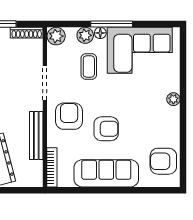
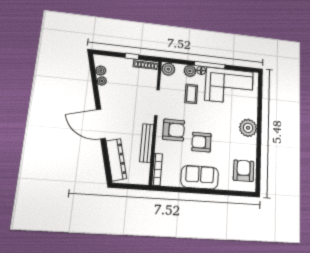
plant: (173, 99) -> (248, 128), width x1.87, depth x1.87
armchair: (69, 116) -> (174, 130), turned 90
armchair: (106, 129) -> (201, 142), turned 180
armchair: (163, 161) -> (244, 171), turned 90
sofa: (106, 173) -> (200, 177), width x0.73

